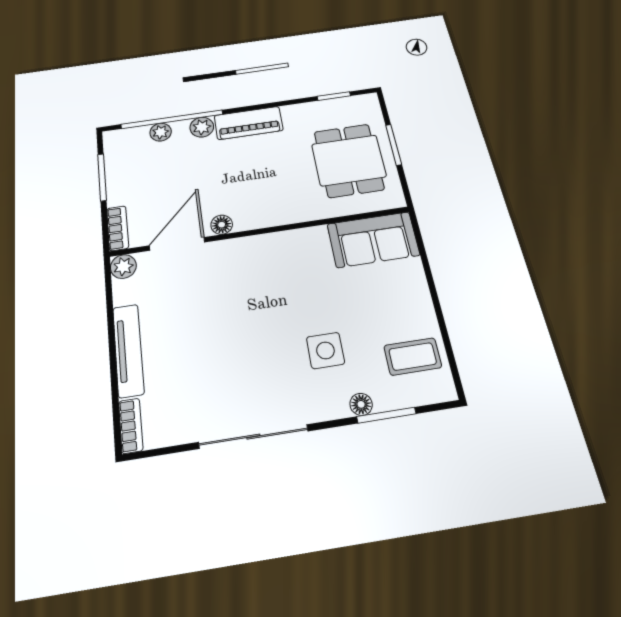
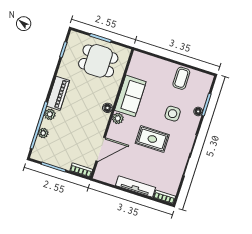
floor lamp: (222, 225) -> (107, 108), moved
sofa: (373, 240) -> (130, 96), moved
door: (177, 244) -> (101, 149), swing flipped
plant: (123, 267) -> (118, 118), moved
rug: (249, 335) -> (152, 139), added
coffee table: (413, 357) -> (181, 78), moved

